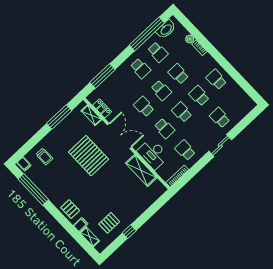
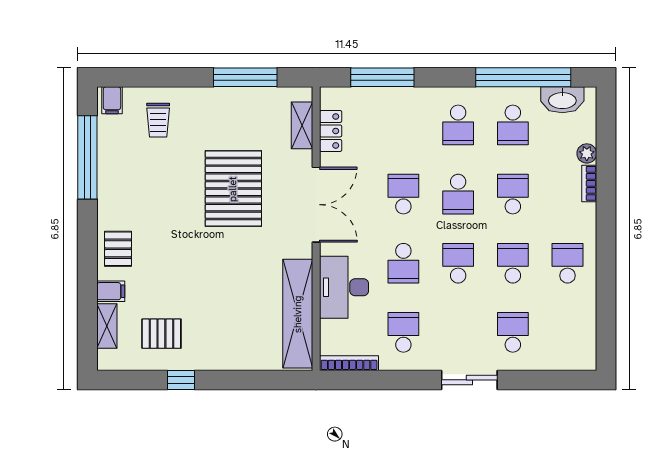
shelving: (141, 170) -> (298, 314), width x1.47

